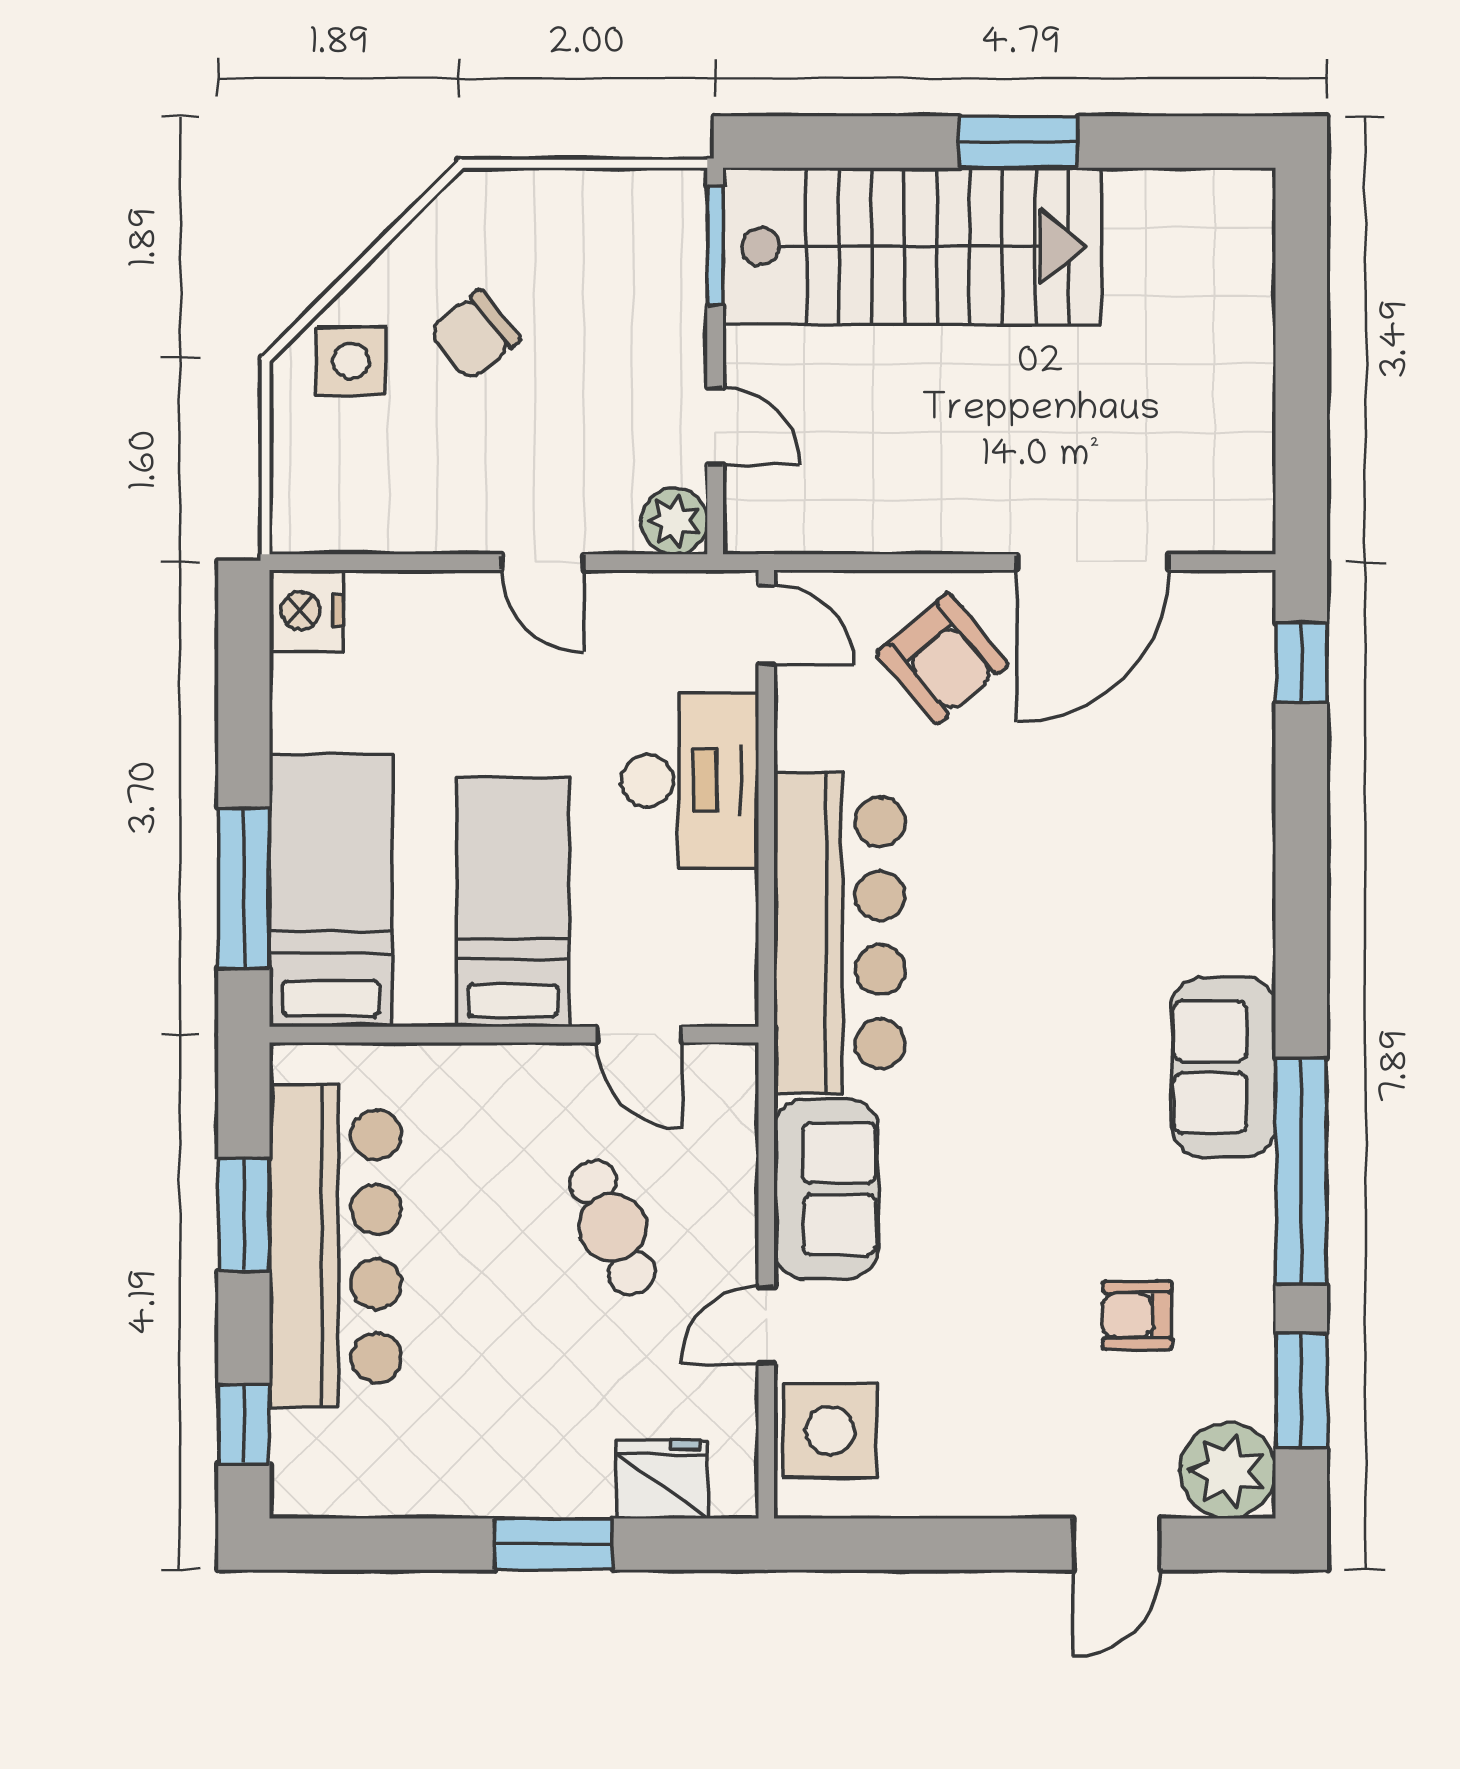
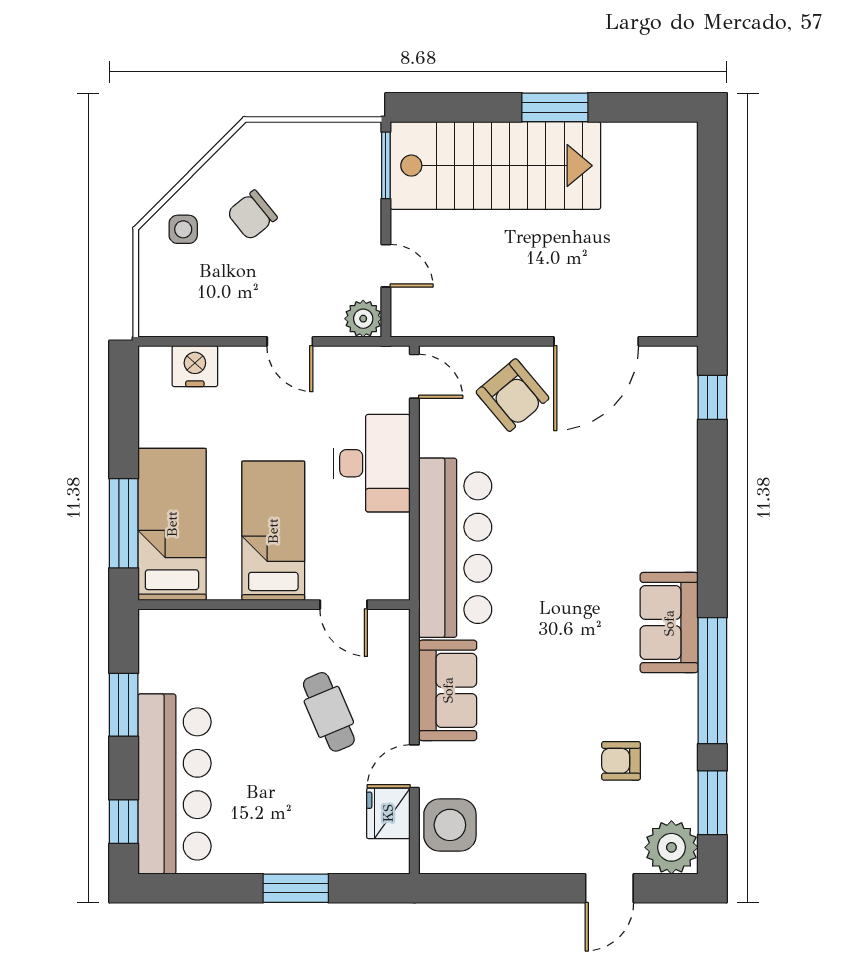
side table: (351, 361) -> (183, 229), width x0.73, depth x0.73
nightstand: (306, 611) -> (195, 366), moved, turned 90
bar counter: (335, 1246) -> (174, 784), moved
fridge: (662, 1479) -> (388, 813), moved, turned -90

